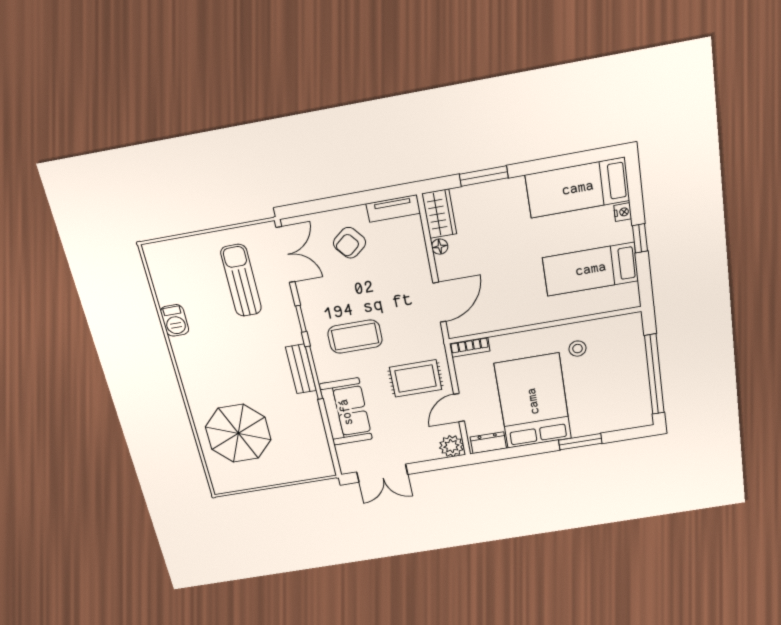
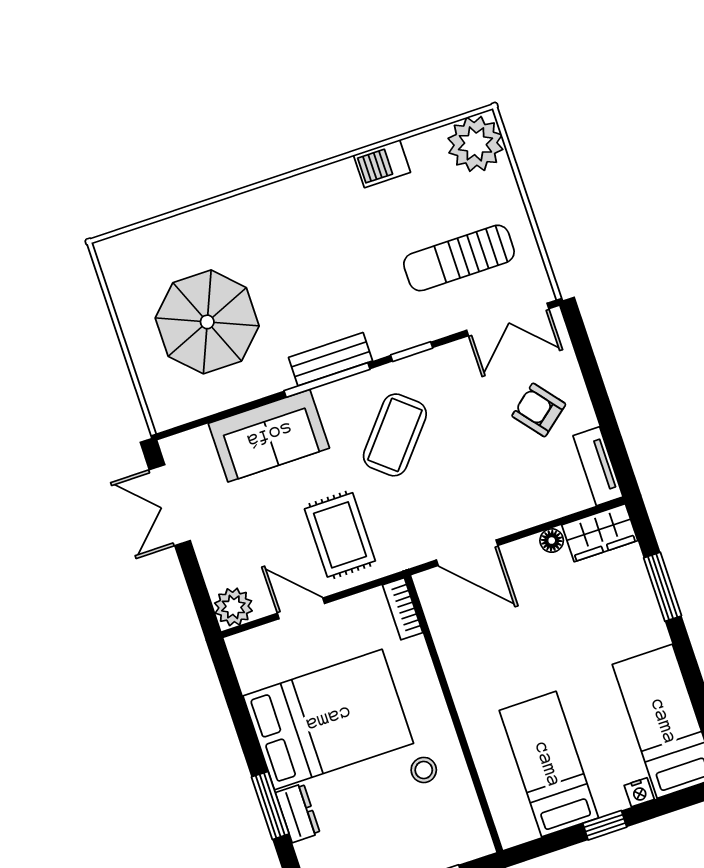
plant: (164, 259) -> (475, 144), added
sun lounger: (241, 280) -> (459, 258), turned 180
coffee table: (355, 337) -> (395, 435), turned 40
parasol: (238, 433) -> (207, 322), moved
dresser: (488, 443) -> (298, 813), moved

